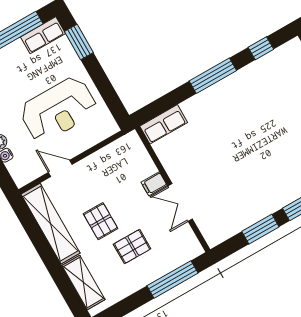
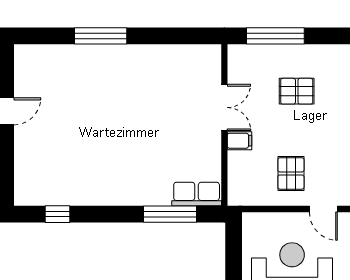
window: (213, 76) -> (170, 214), moved
pallet: (101, 221) -> (291, 173), moved
window: (260, 229) -> (160, 36), removed

